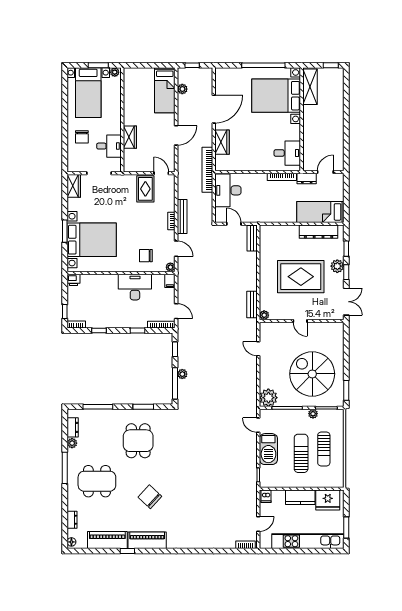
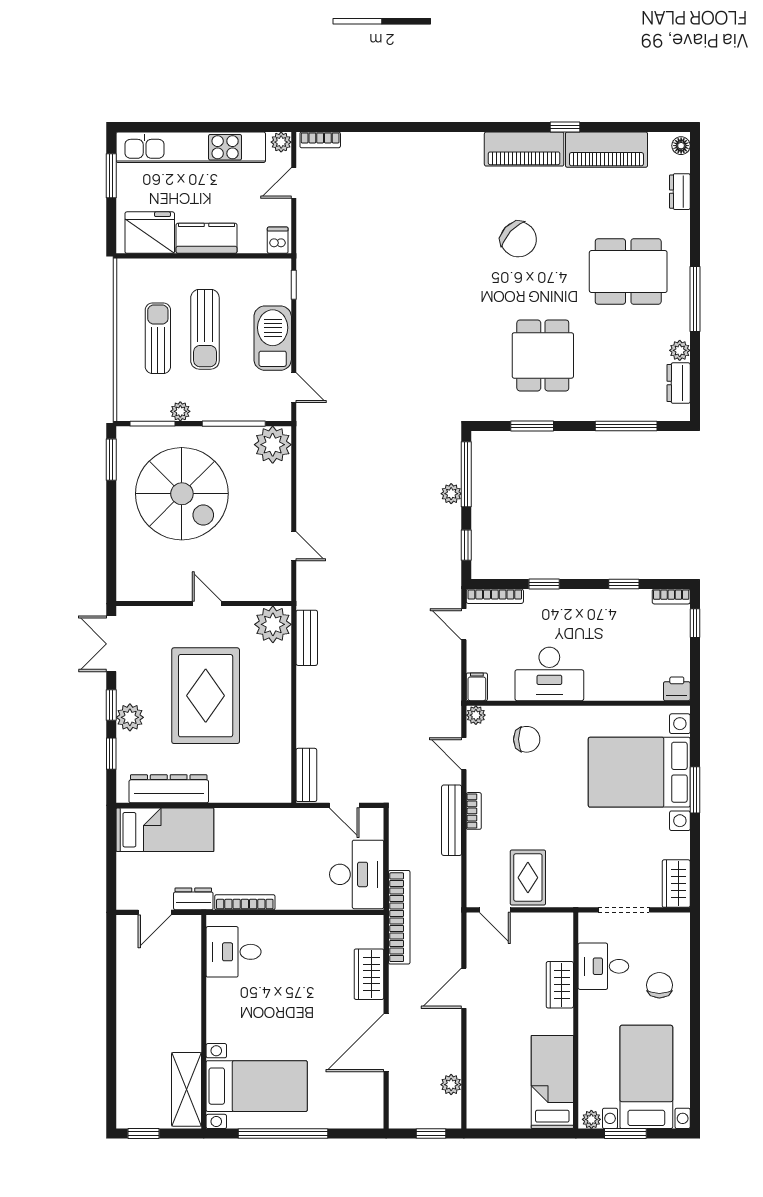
bed: (165, 90) -> (552, 1082), moved
bed with nightstands: (276, 96) -> (257, 1086), width x0.73
rug: (301, 277) -> (206, 696), turned 90
plant: (264, 315) -> (273, 624), width x1.88, depth x1.88
plant: (264, 544) -> (281, 142), added

